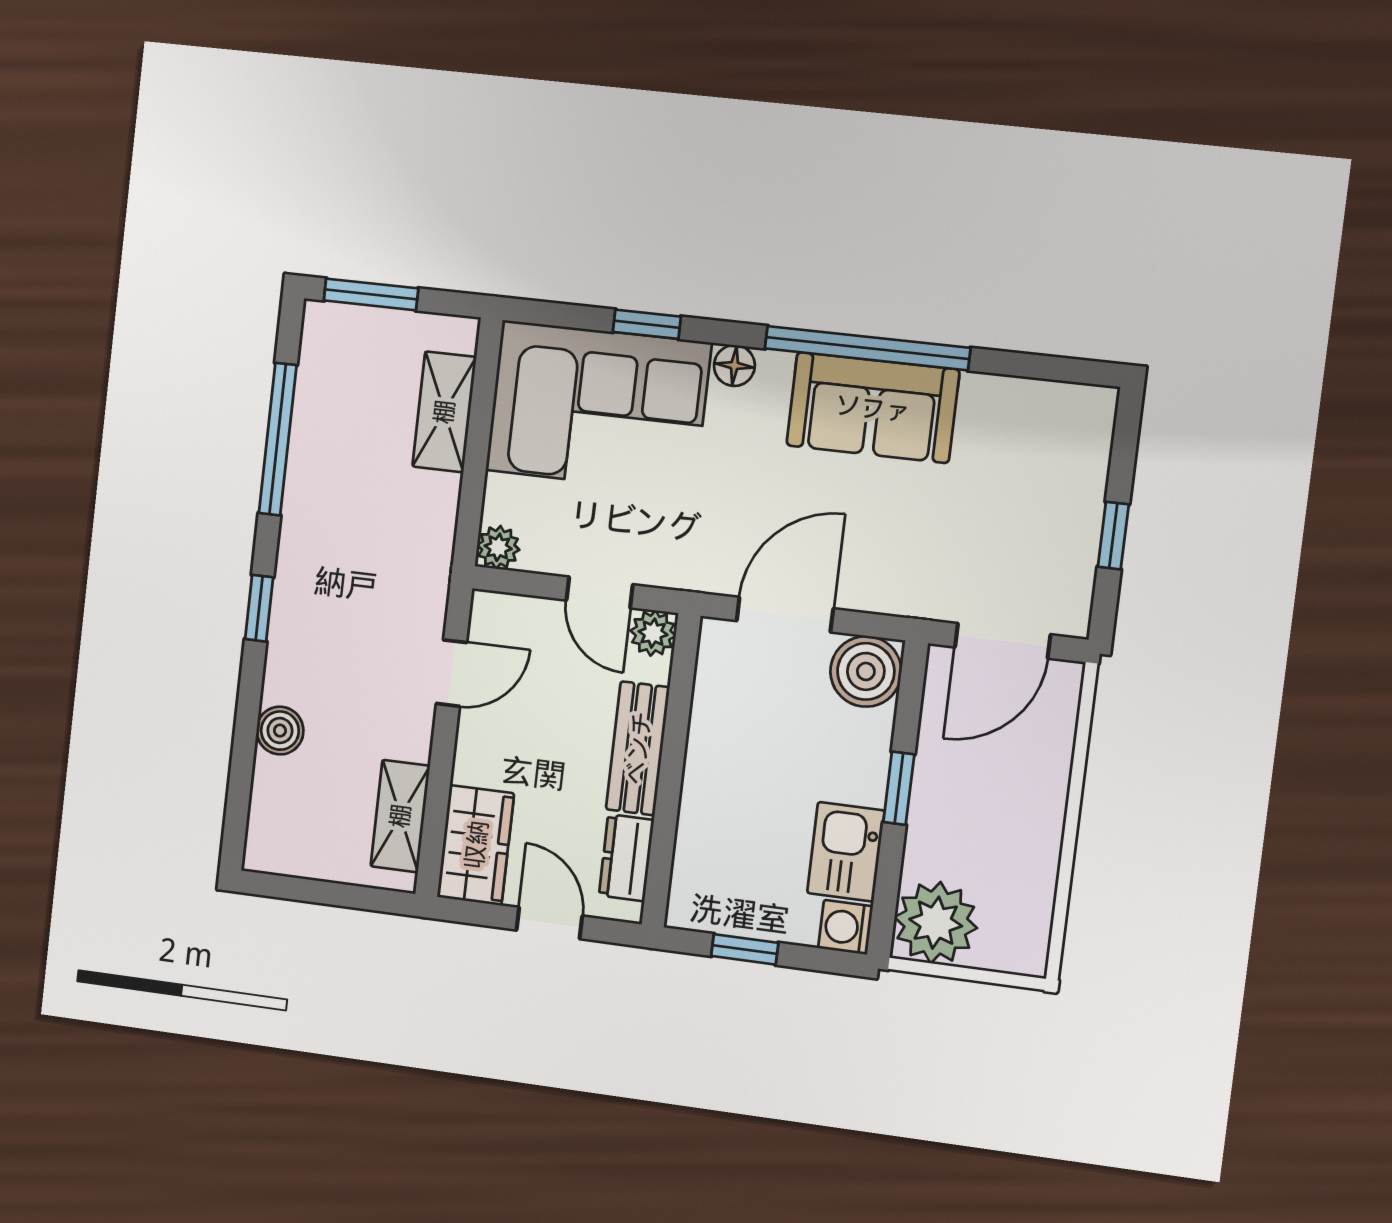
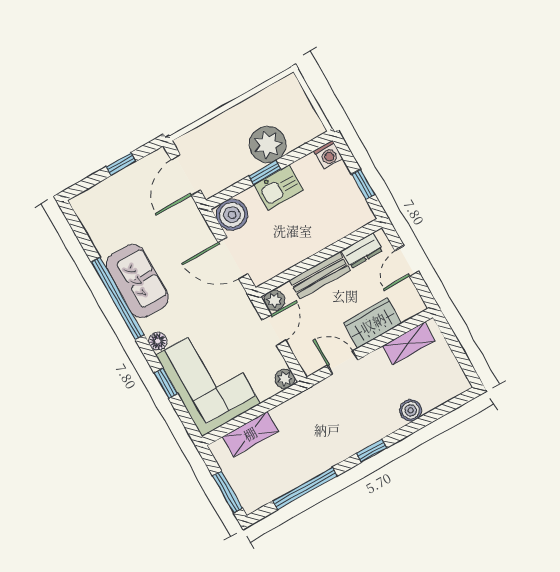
door: (1003, 641) -> (186, 175), swing flipped
wardrobe: (476, 845) -> (373, 323), moved
kitchen sink: (846, 852) -> (279, 187), moved
plant: (936, 923) -> (268, 144), moved

